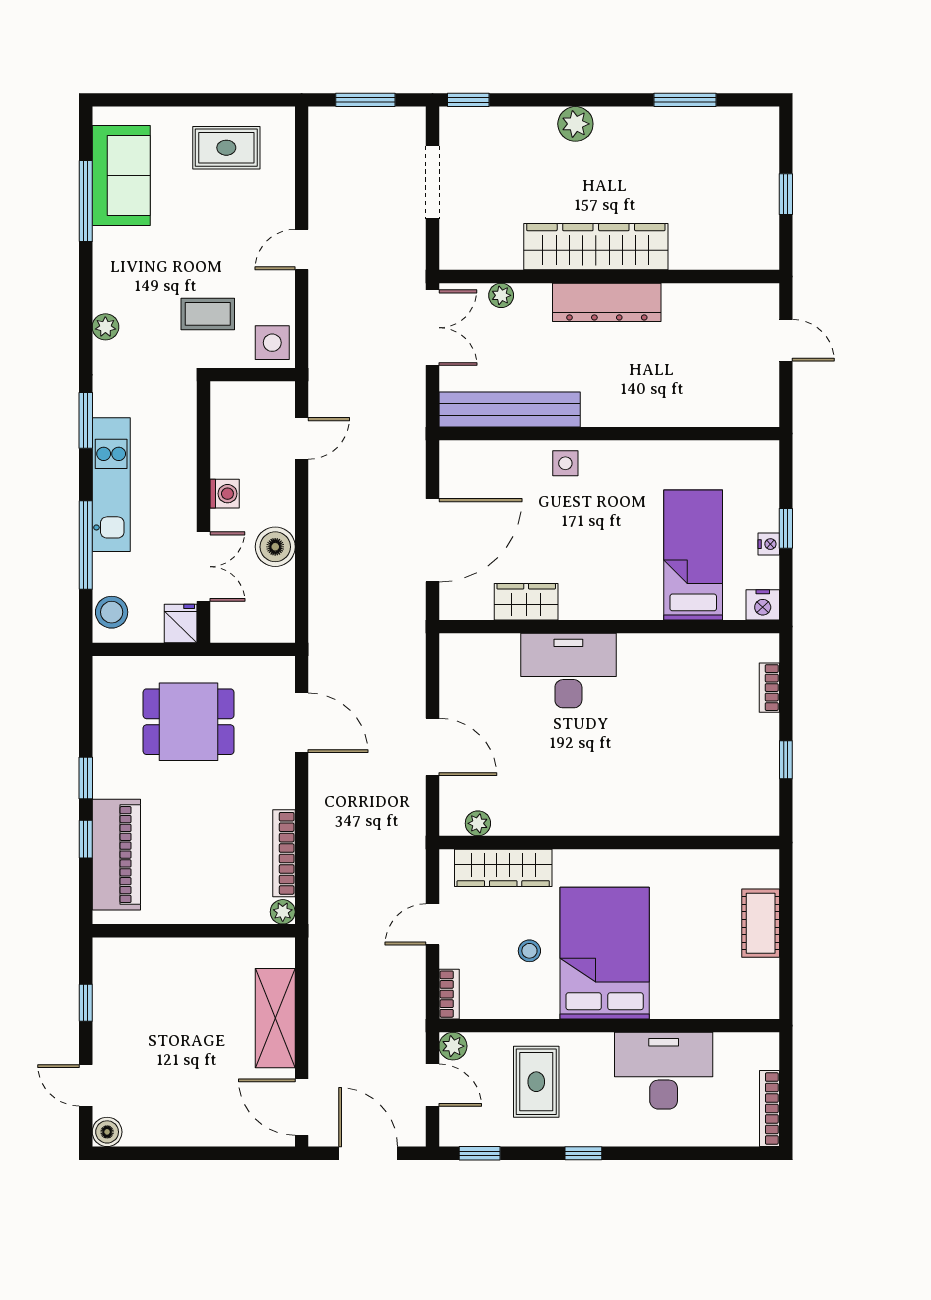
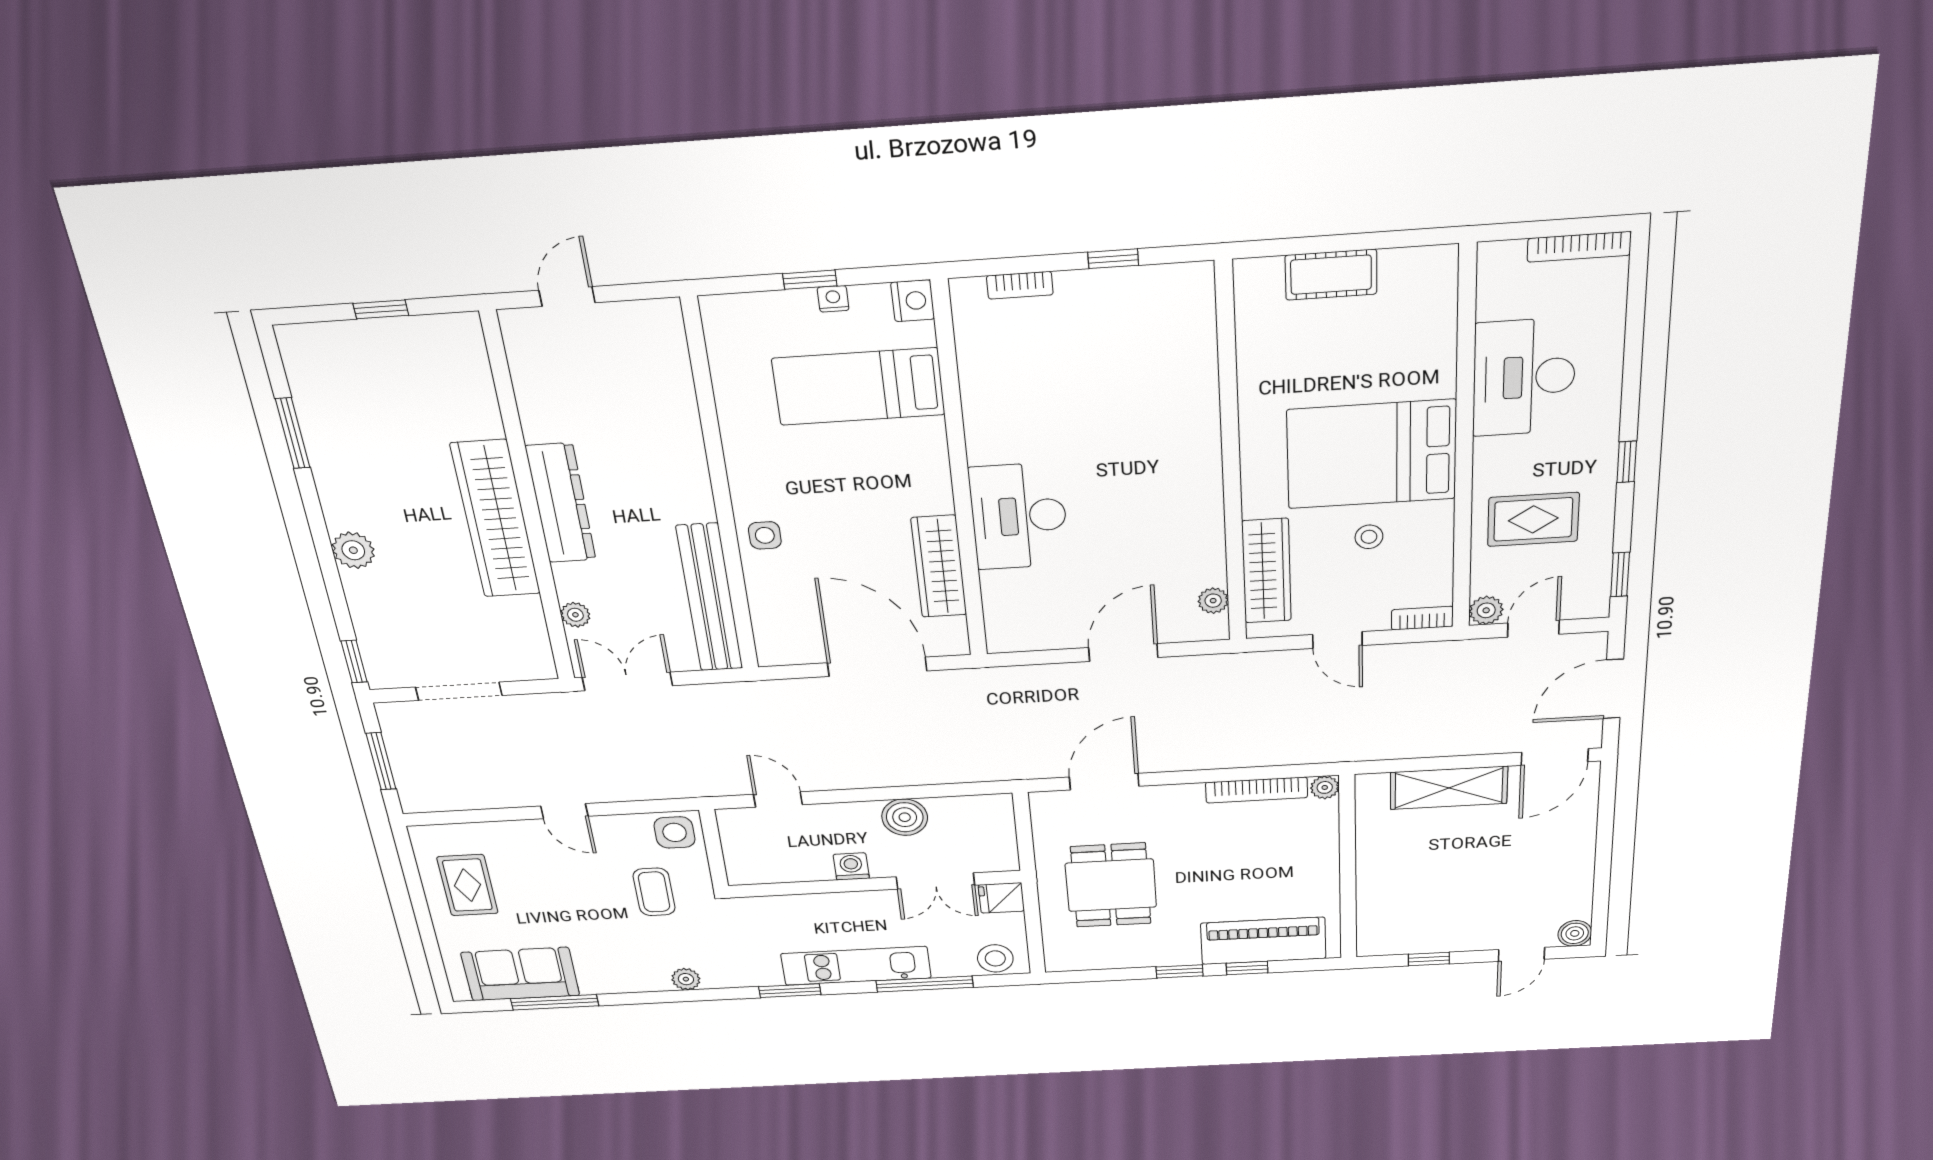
double door: (204, 567) -> (935, 881), swing flipped
wardrobe: (526, 602) -> (939, 567), width x1.50

